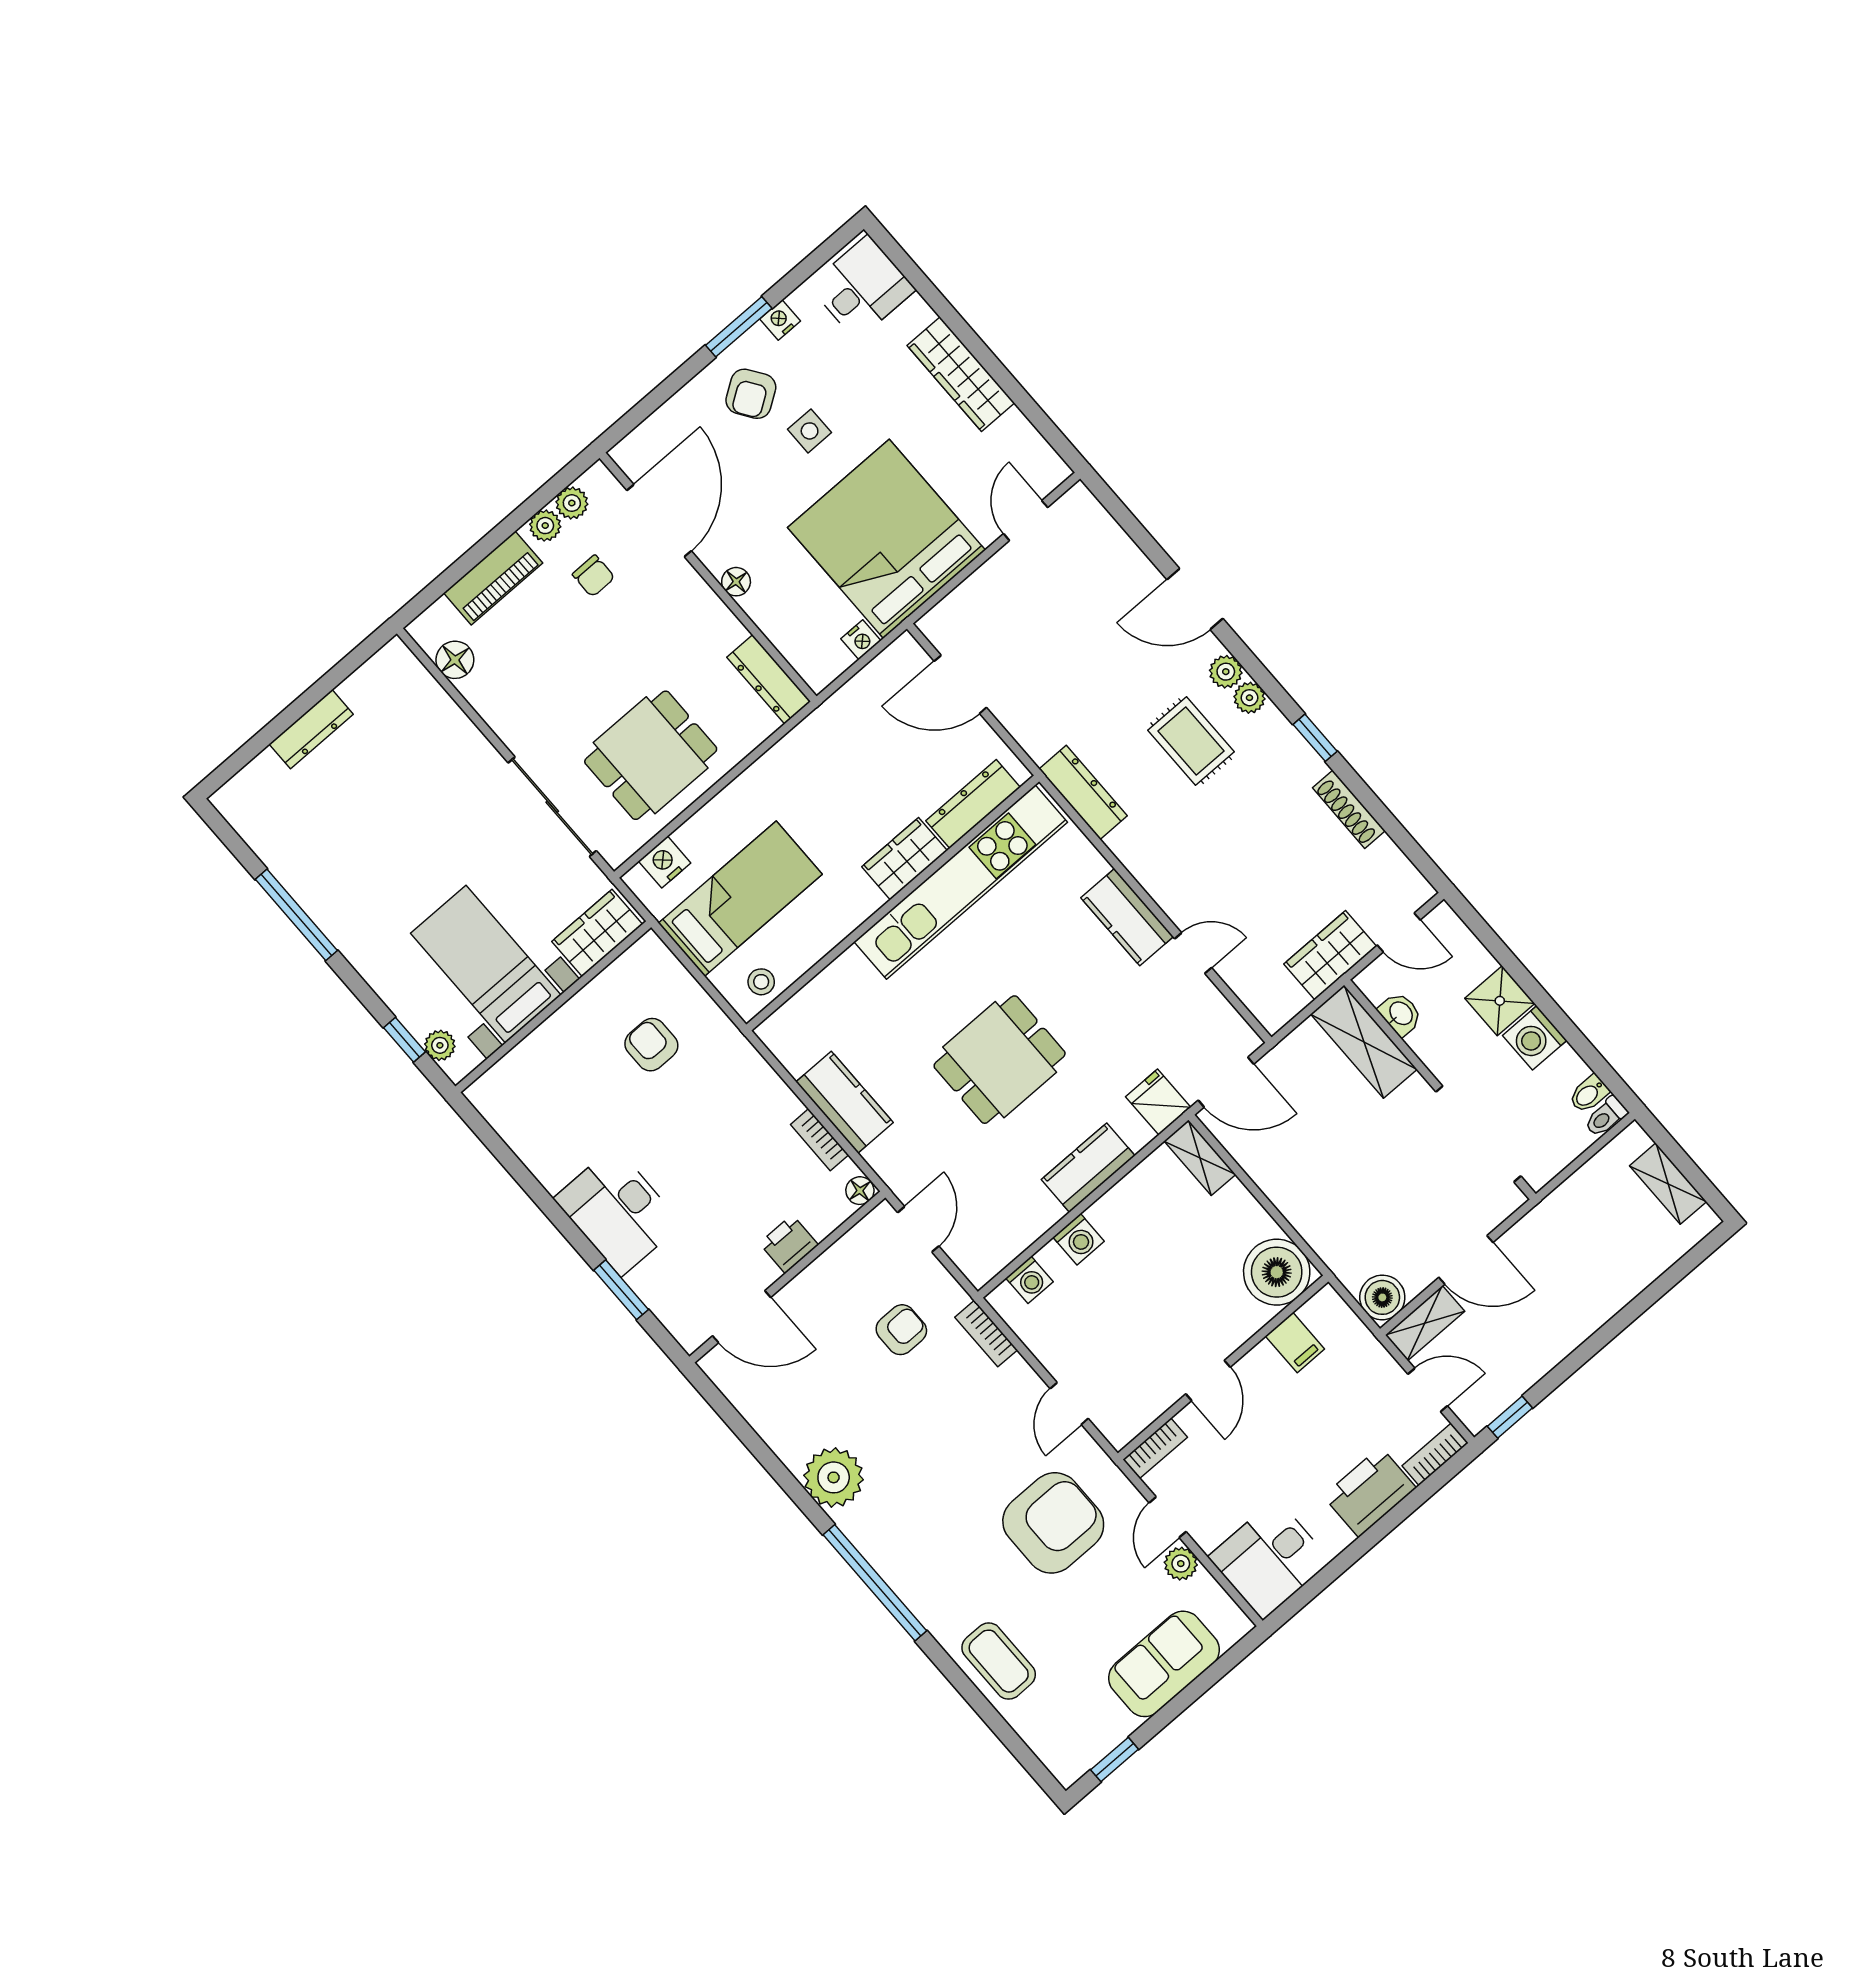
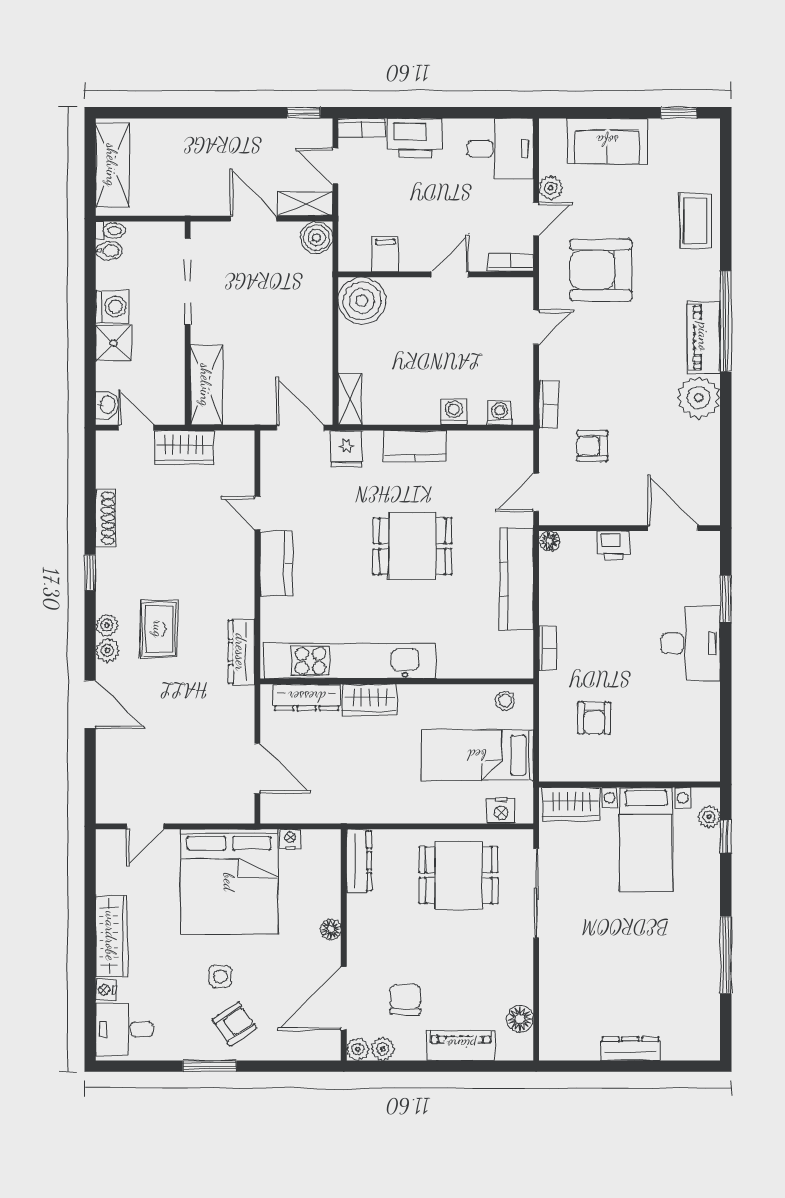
nightstand: (780, 320) -> (106, 990), moved, turned 90
plant: (545, 526) -> (358, 1049), moved
chair: (594, 576) -> (405, 999), width x1.37, depth x1.37
washbasin: (1400, 1014) -> (107, 405), moved, turned 180
kitchen counter: (845, 1102) -> (516, 579), width x1.50
bookcase: (819, 1140) -> (548, 648), moved
shelving: (1668, 1184) -> (112, 165), width x1.50, depth x1.33
piano: (883, 1546) -> (704, 337), added

